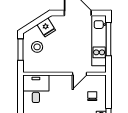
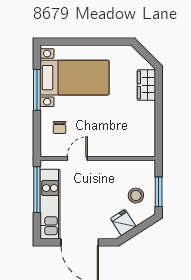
window: (109, 39) -> (37, 190), moved
desk: (36, 89) -> (138, 138), removed

